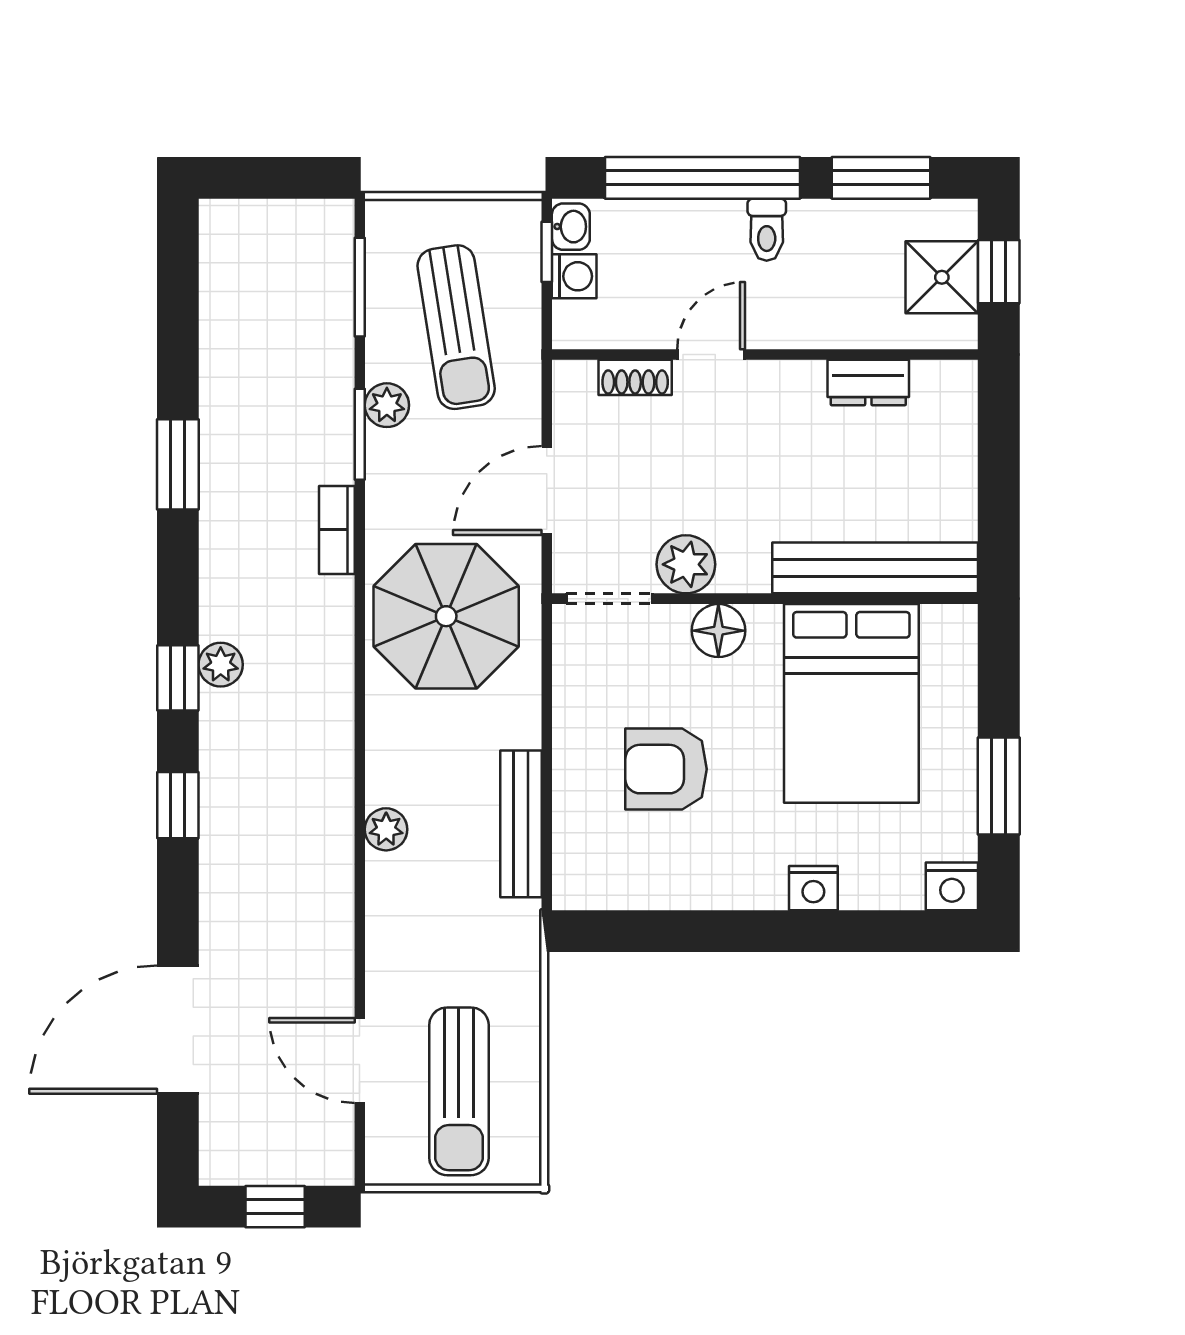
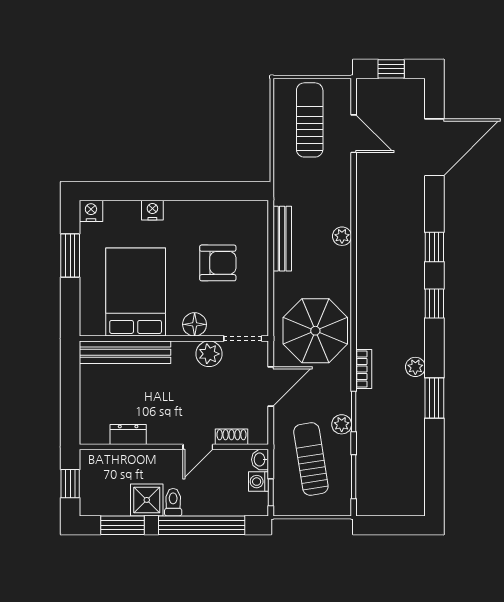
washbasin: (571, 227) -> (260, 460), moved
shower: (942, 277) -> (147, 500), moved
plant: (221, 665) -> (415, 367), moved

